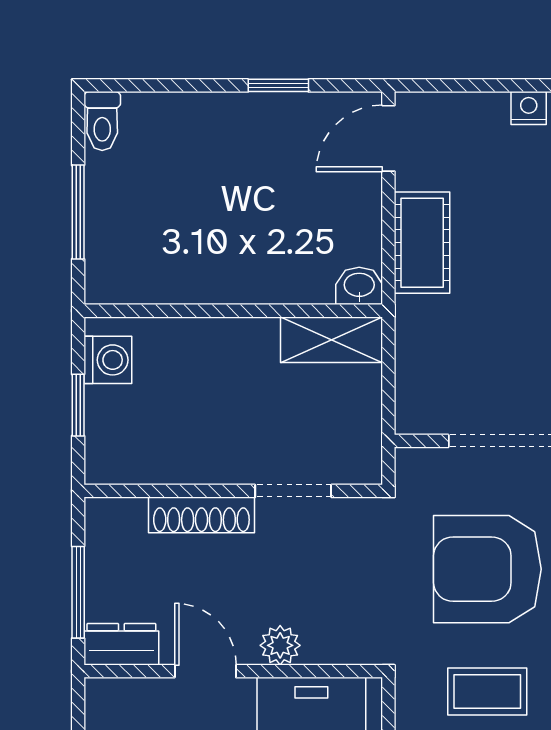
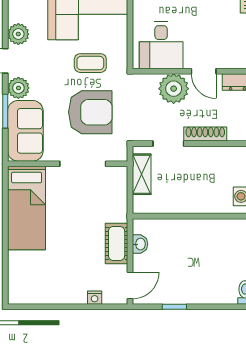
nightstand: (529, 108) -> (95, 298), moved
washbasin: (359, 286) -> (140, 244), moved, turned -90
shelving: (332, 340) -> (142, 174), moved, turned 90
plant: (280, 645) -> (174, 89), width x1.87, depth x1.87

